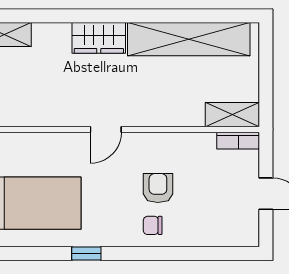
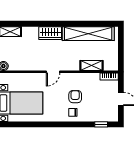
shelving: (232, 115) -> (92, 66), moved
window: (86, 253) -> (101, 124), moved

